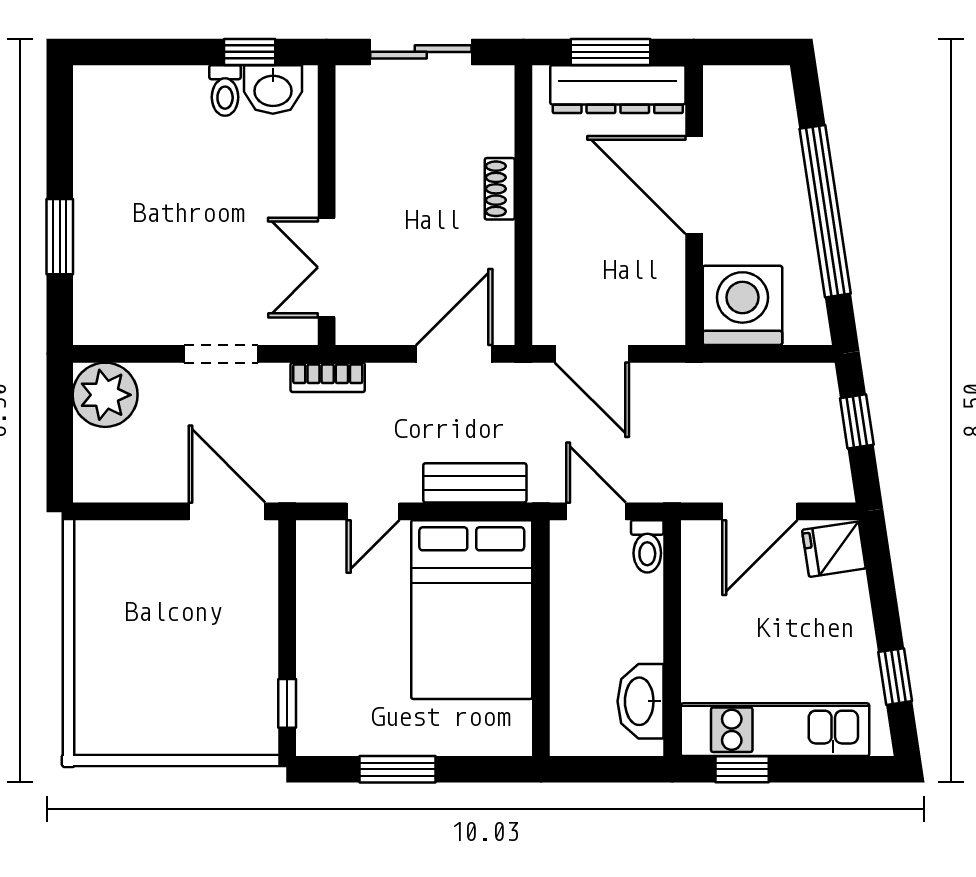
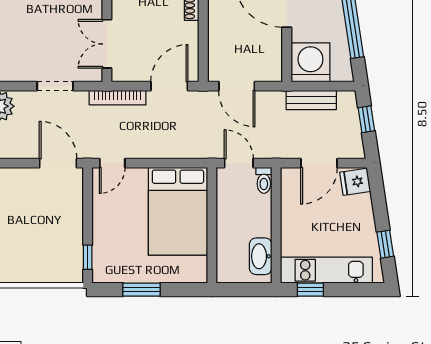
bookcase: (328, 377) -> (118, 98), width x1.56
bench: (475, 483) -> (311, 100), moved
door: (373, 511) -> (112, 163), moved

